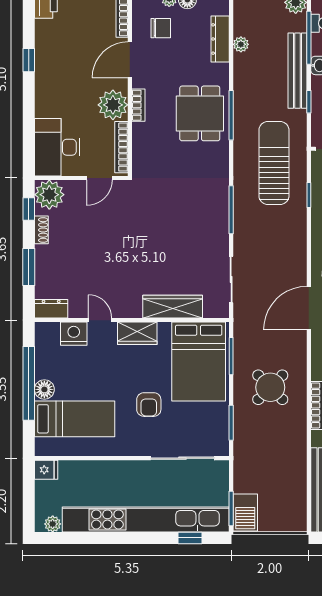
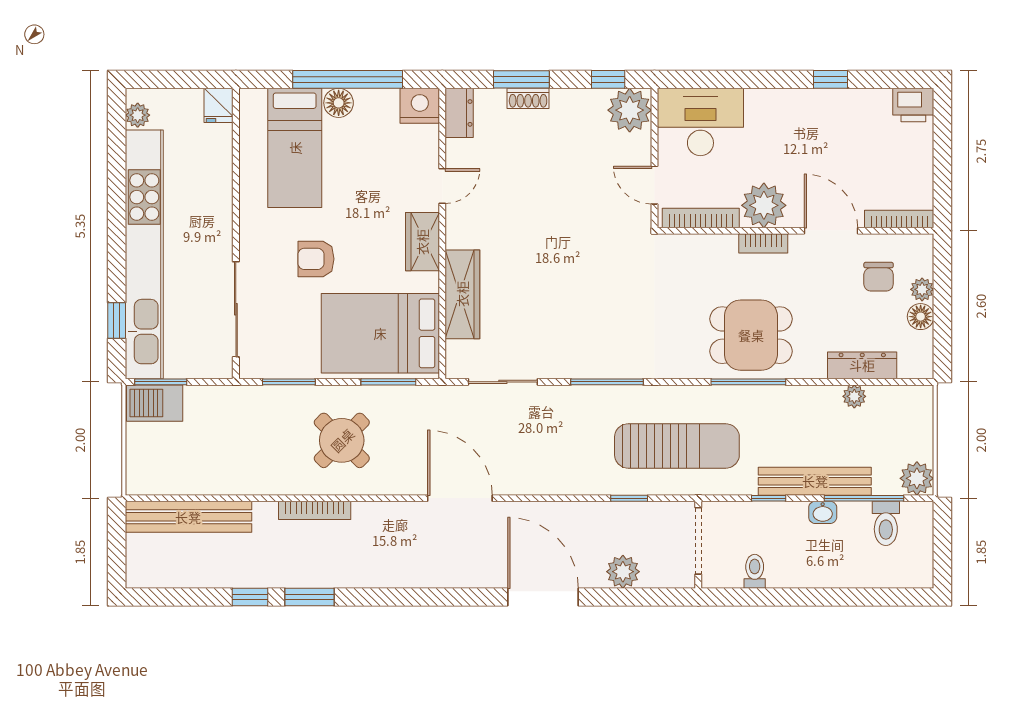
shoe rack: (41, 230) -> (528, 98), moved
nightstand: (74, 334) -> (420, 106), moved, turned -90

